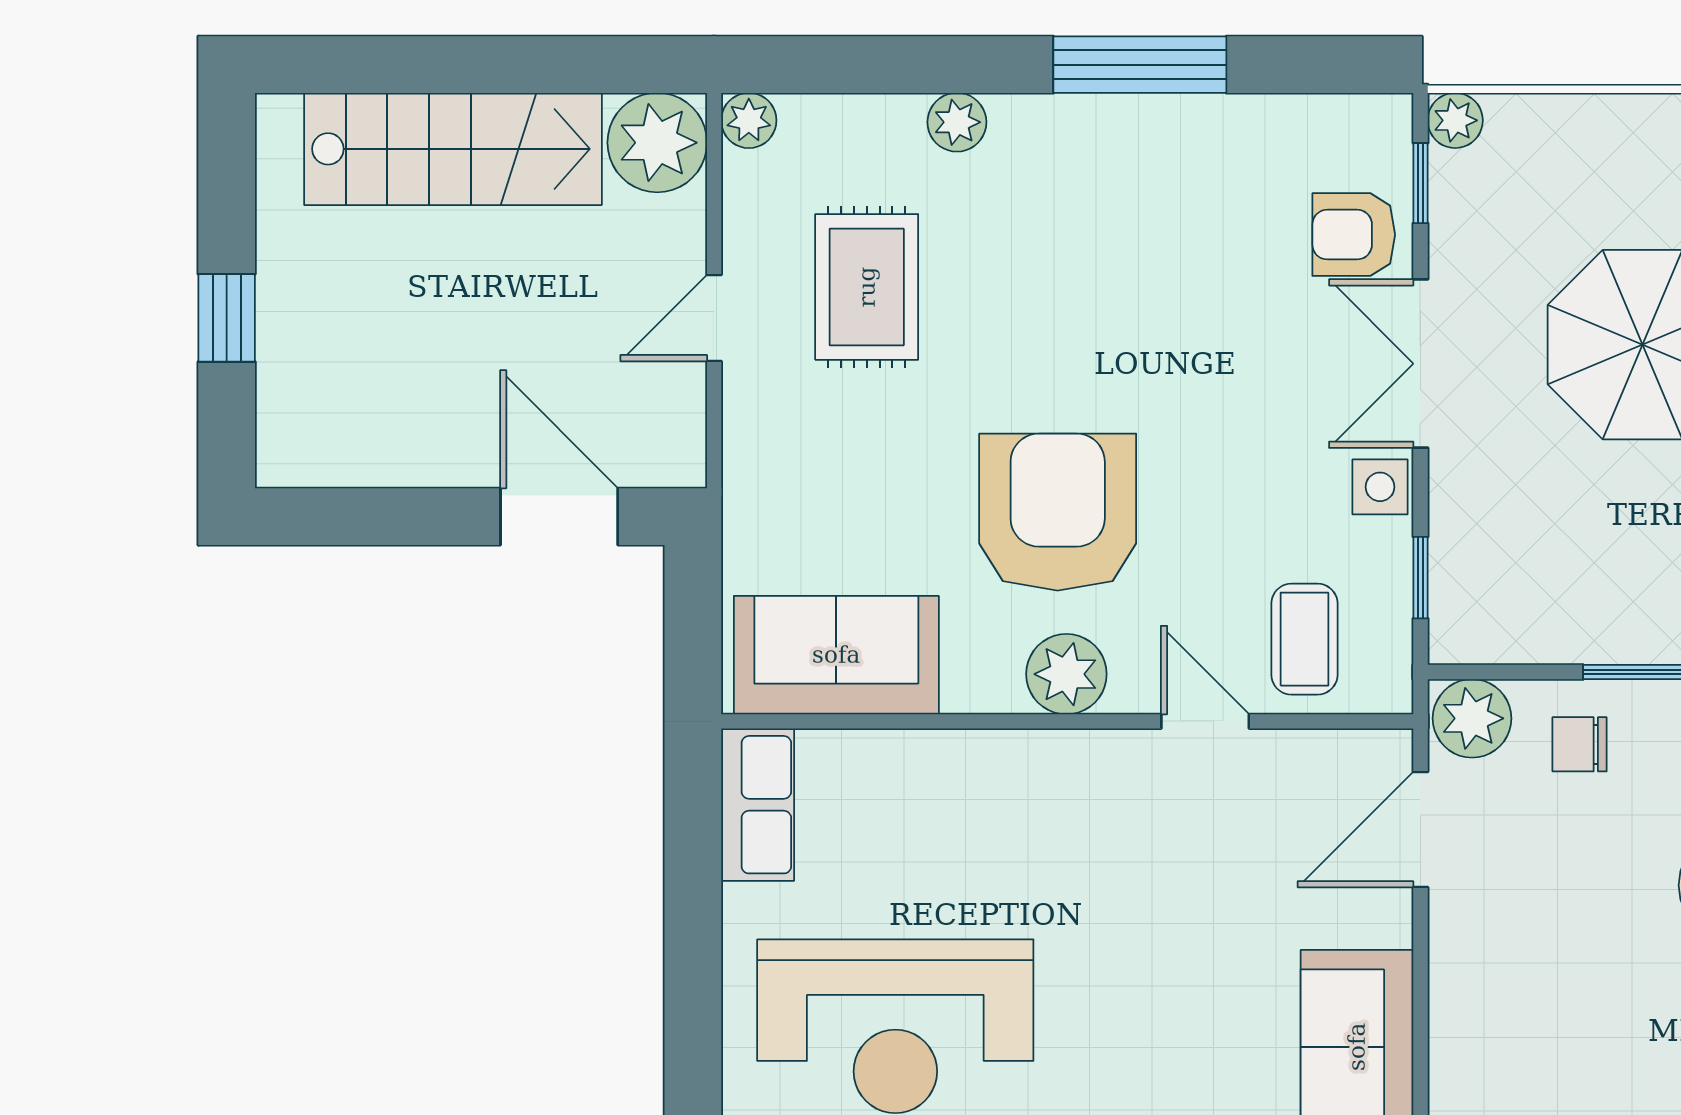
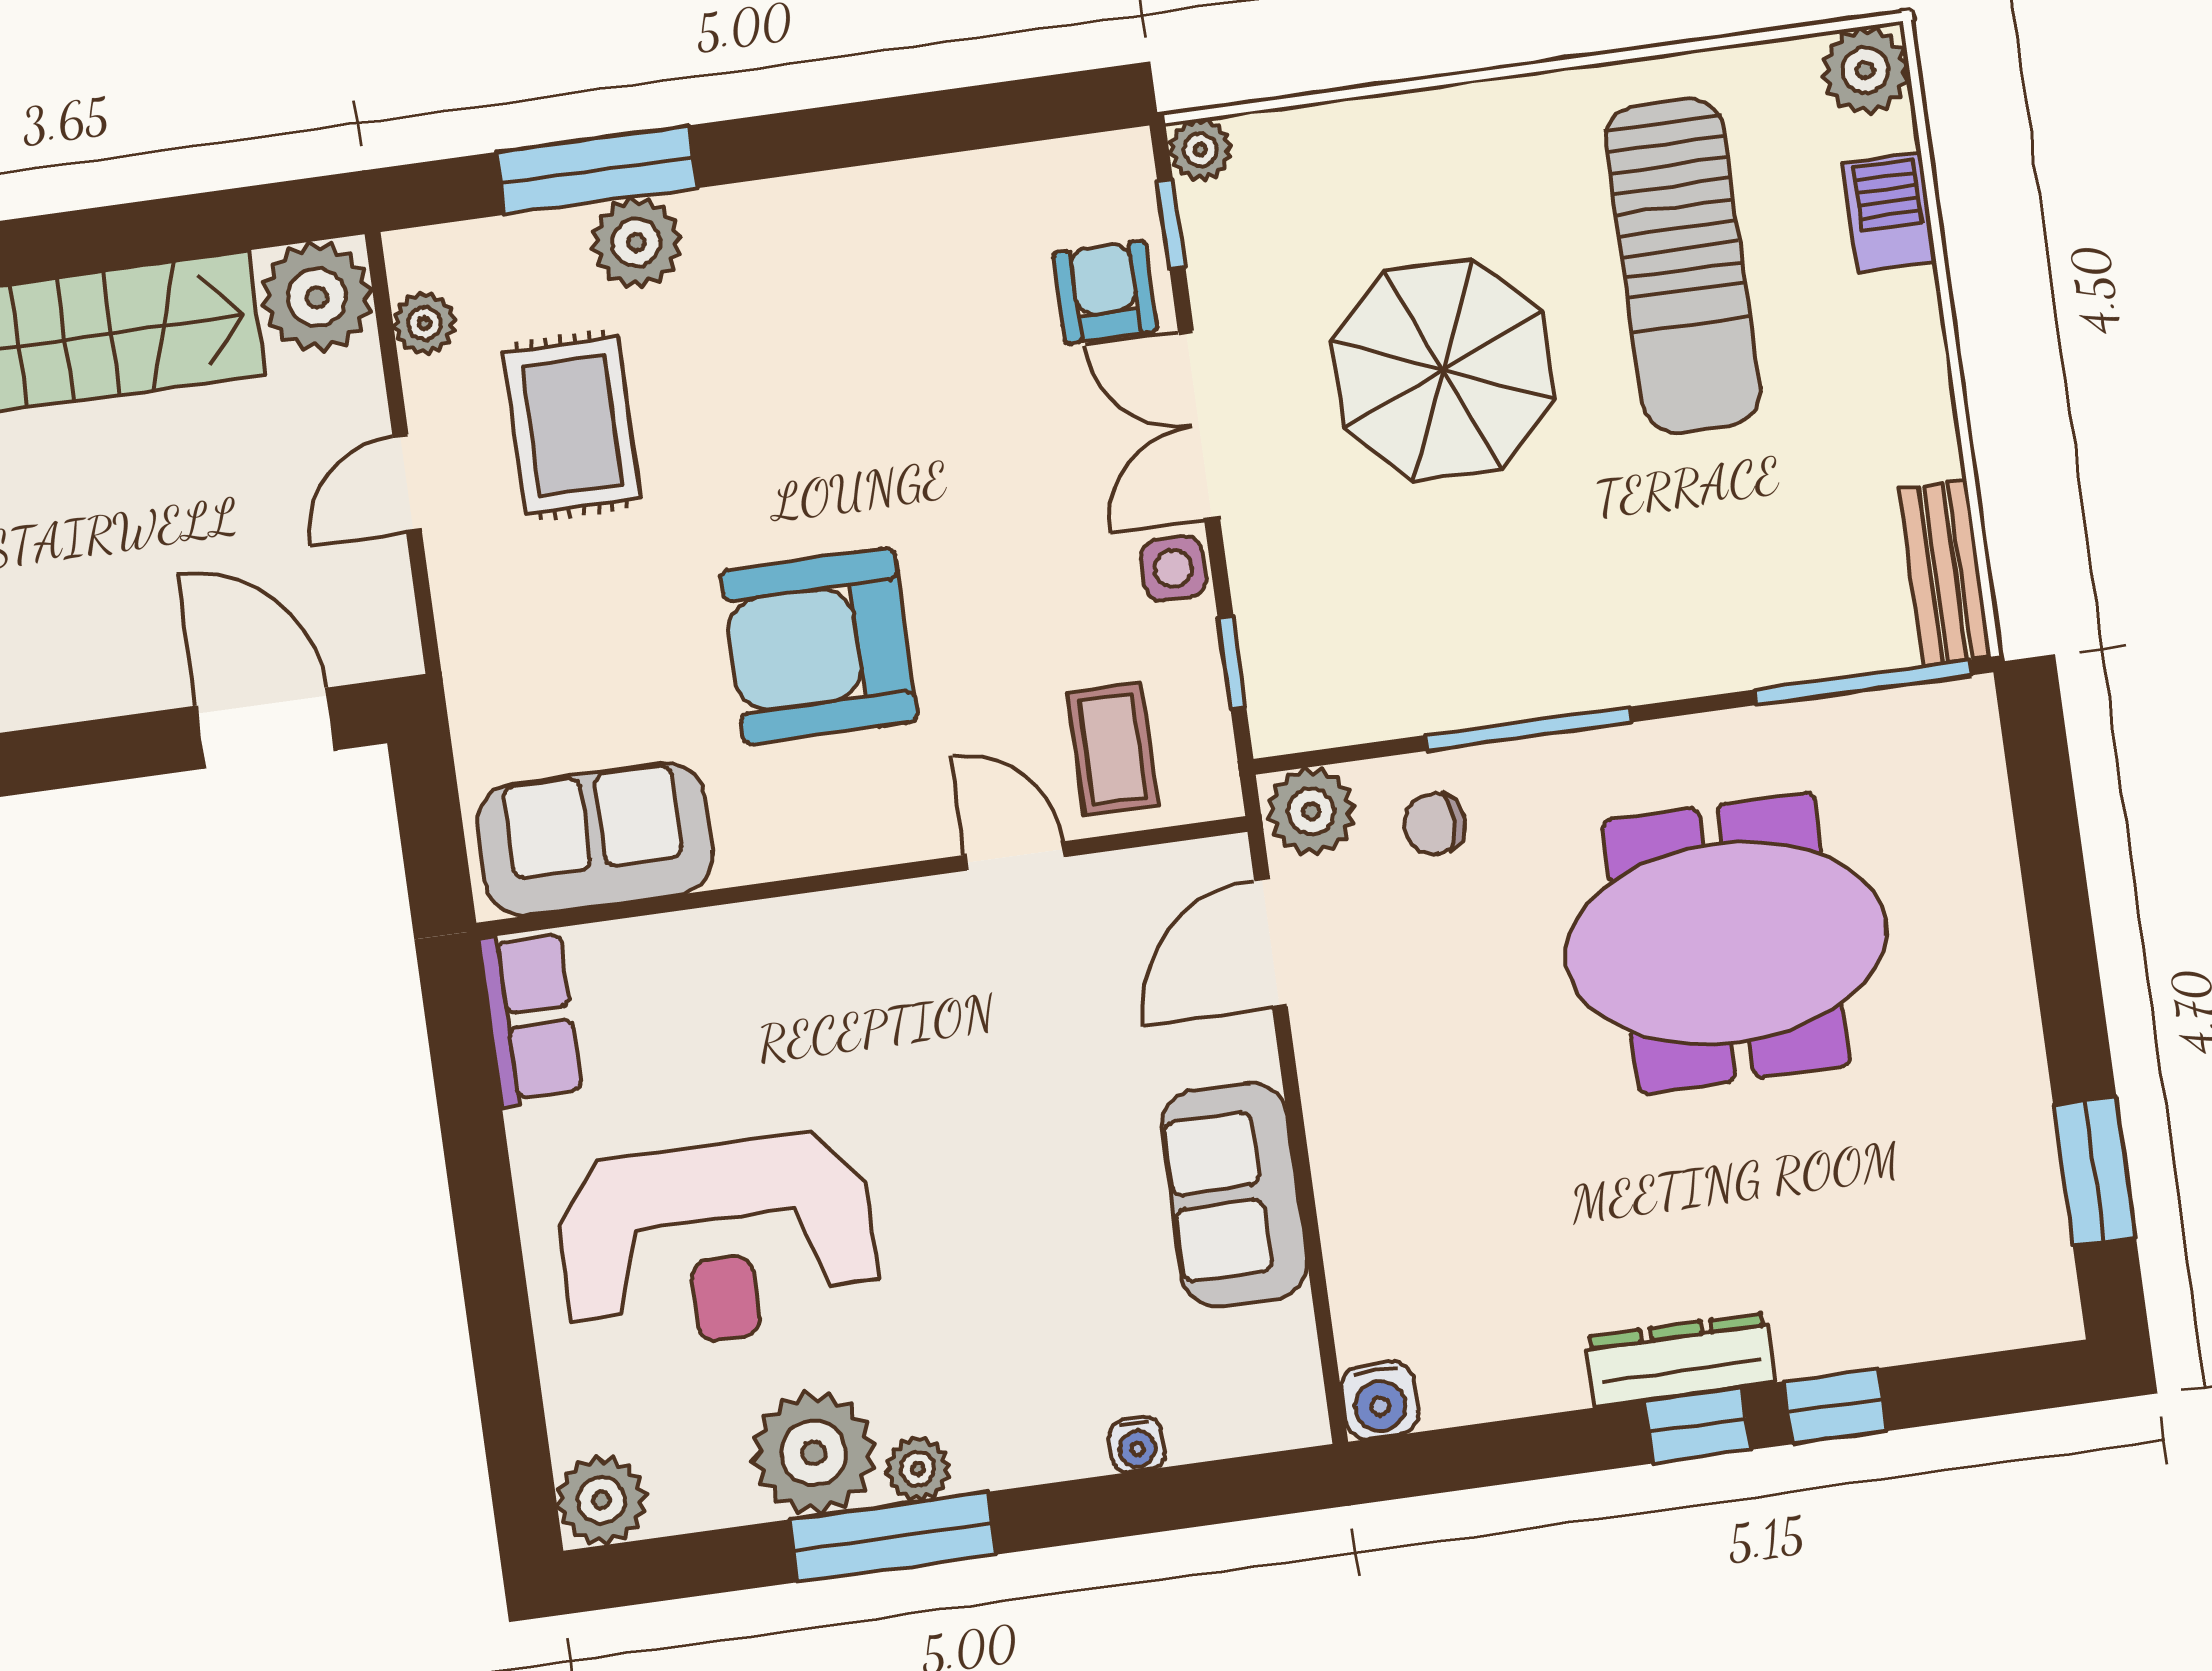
window: (1140, 65) -> (597, 170), moved
plant: (749, 120) -> (424, 323), moved
plant: (957, 122) -> (636, 242), width x1.38, depth x1.38
armchair: (1354, 235) -> (1105, 292), turned 90
armchair: (1058, 512) -> (819, 646), turned -90
plant: (1066, 674) -> (854, 825), removed

